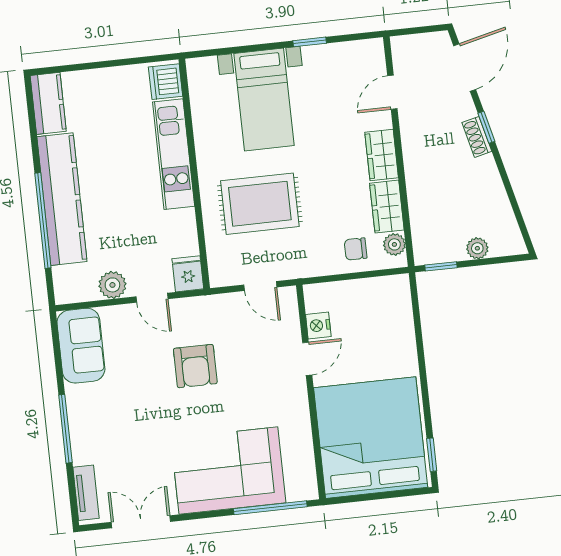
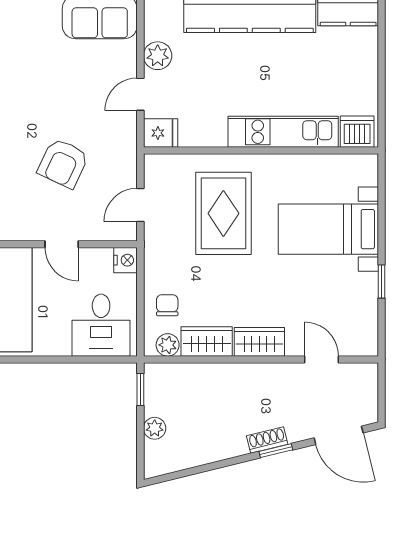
desk: (382, 312) -> (101, 325), added
nightstand: (318, 325) -> (125, 260), moved, turned 90
armchair: (195, 366) -> (63, 163), moved, turned -65

